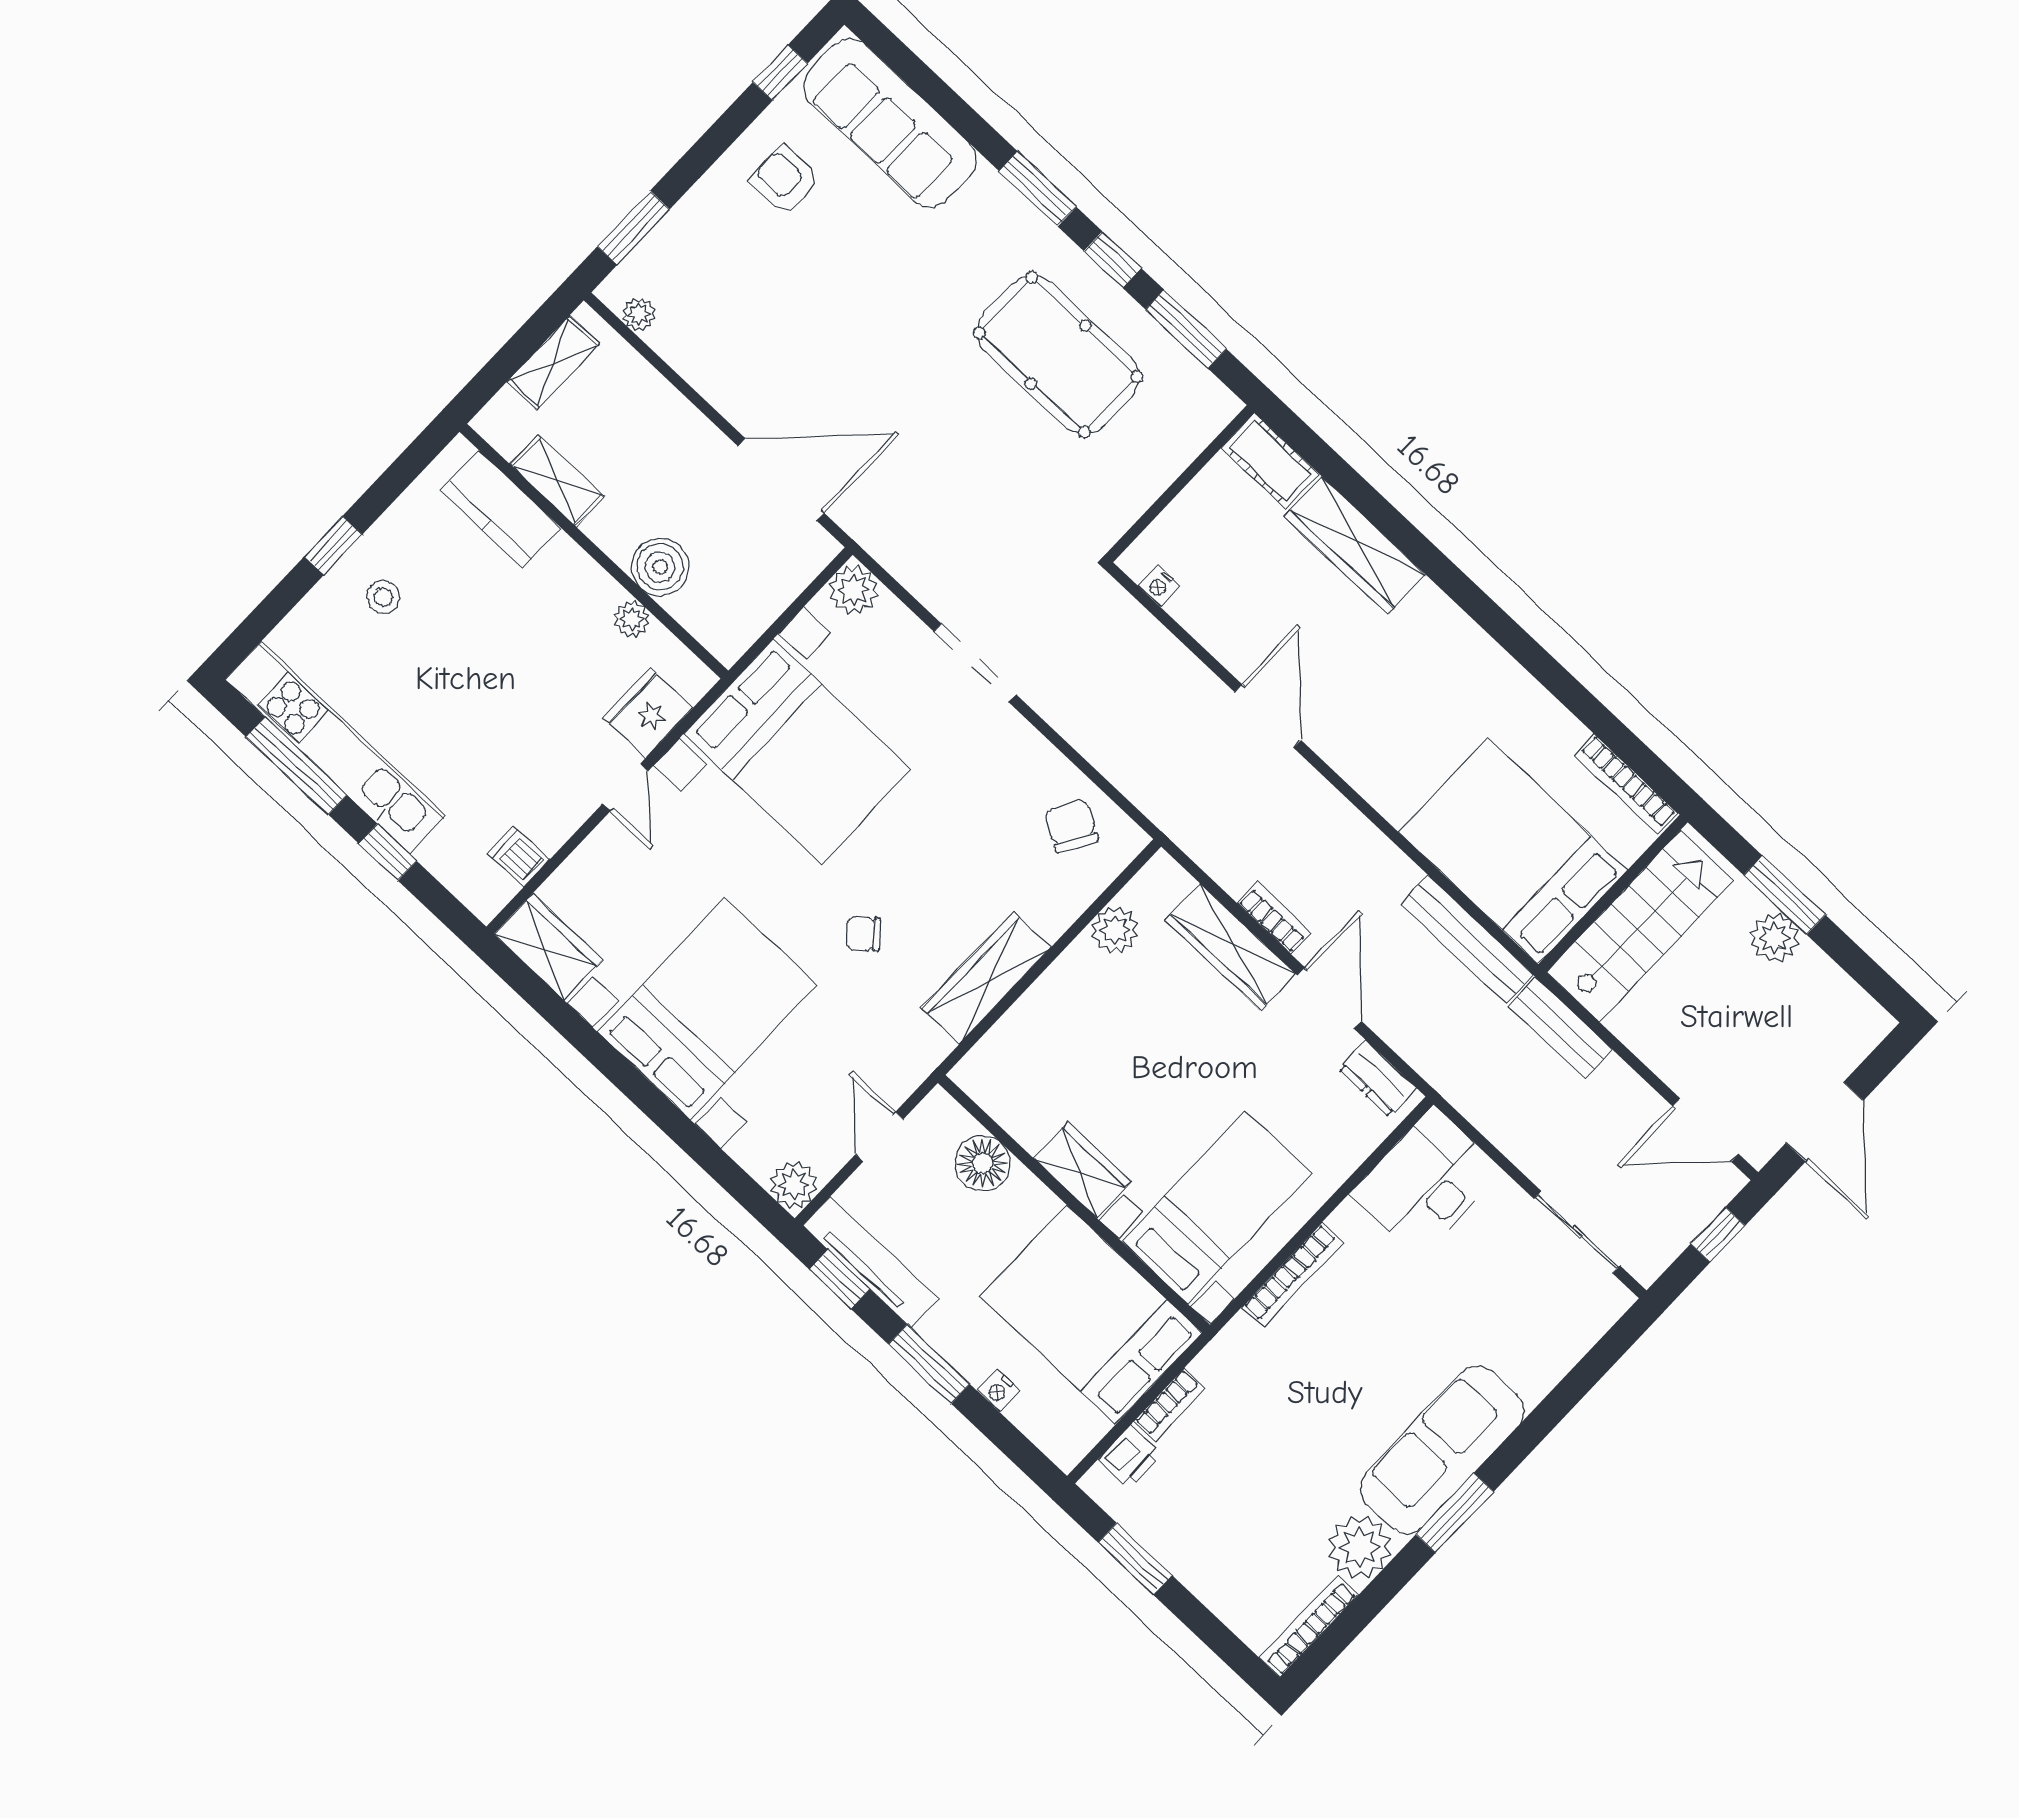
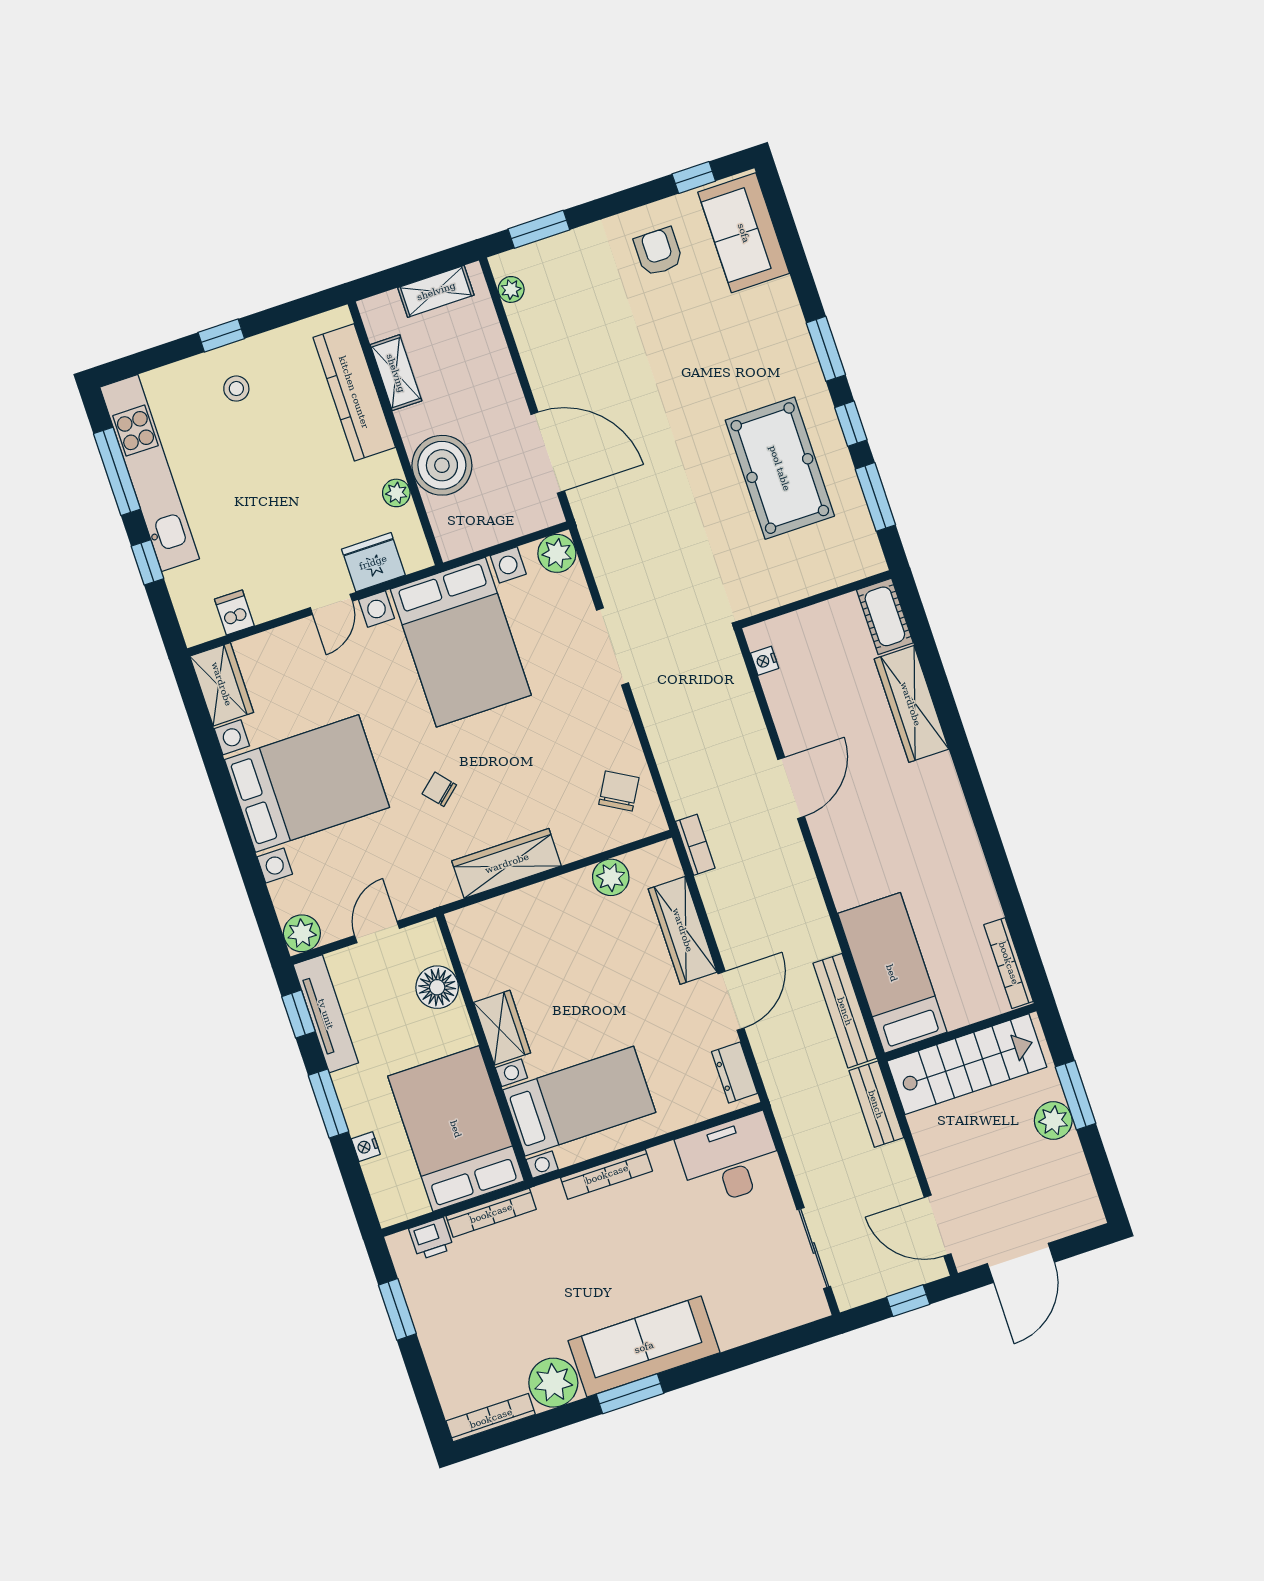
sofa: (890, 123) -> (744, 233), width x0.73
kitchen counter: (501, 510) -> (354, 392), width x1.50
boiler: (660, 567) -> (442, 465), width x1.37, depth x1.37
bed: (1513, 851) -> (892, 973), width x0.67
bookcase: (1274, 918) -> (695, 845), moved
bookcase: (1169, 1405) -> (491, 1213), width x1.56

